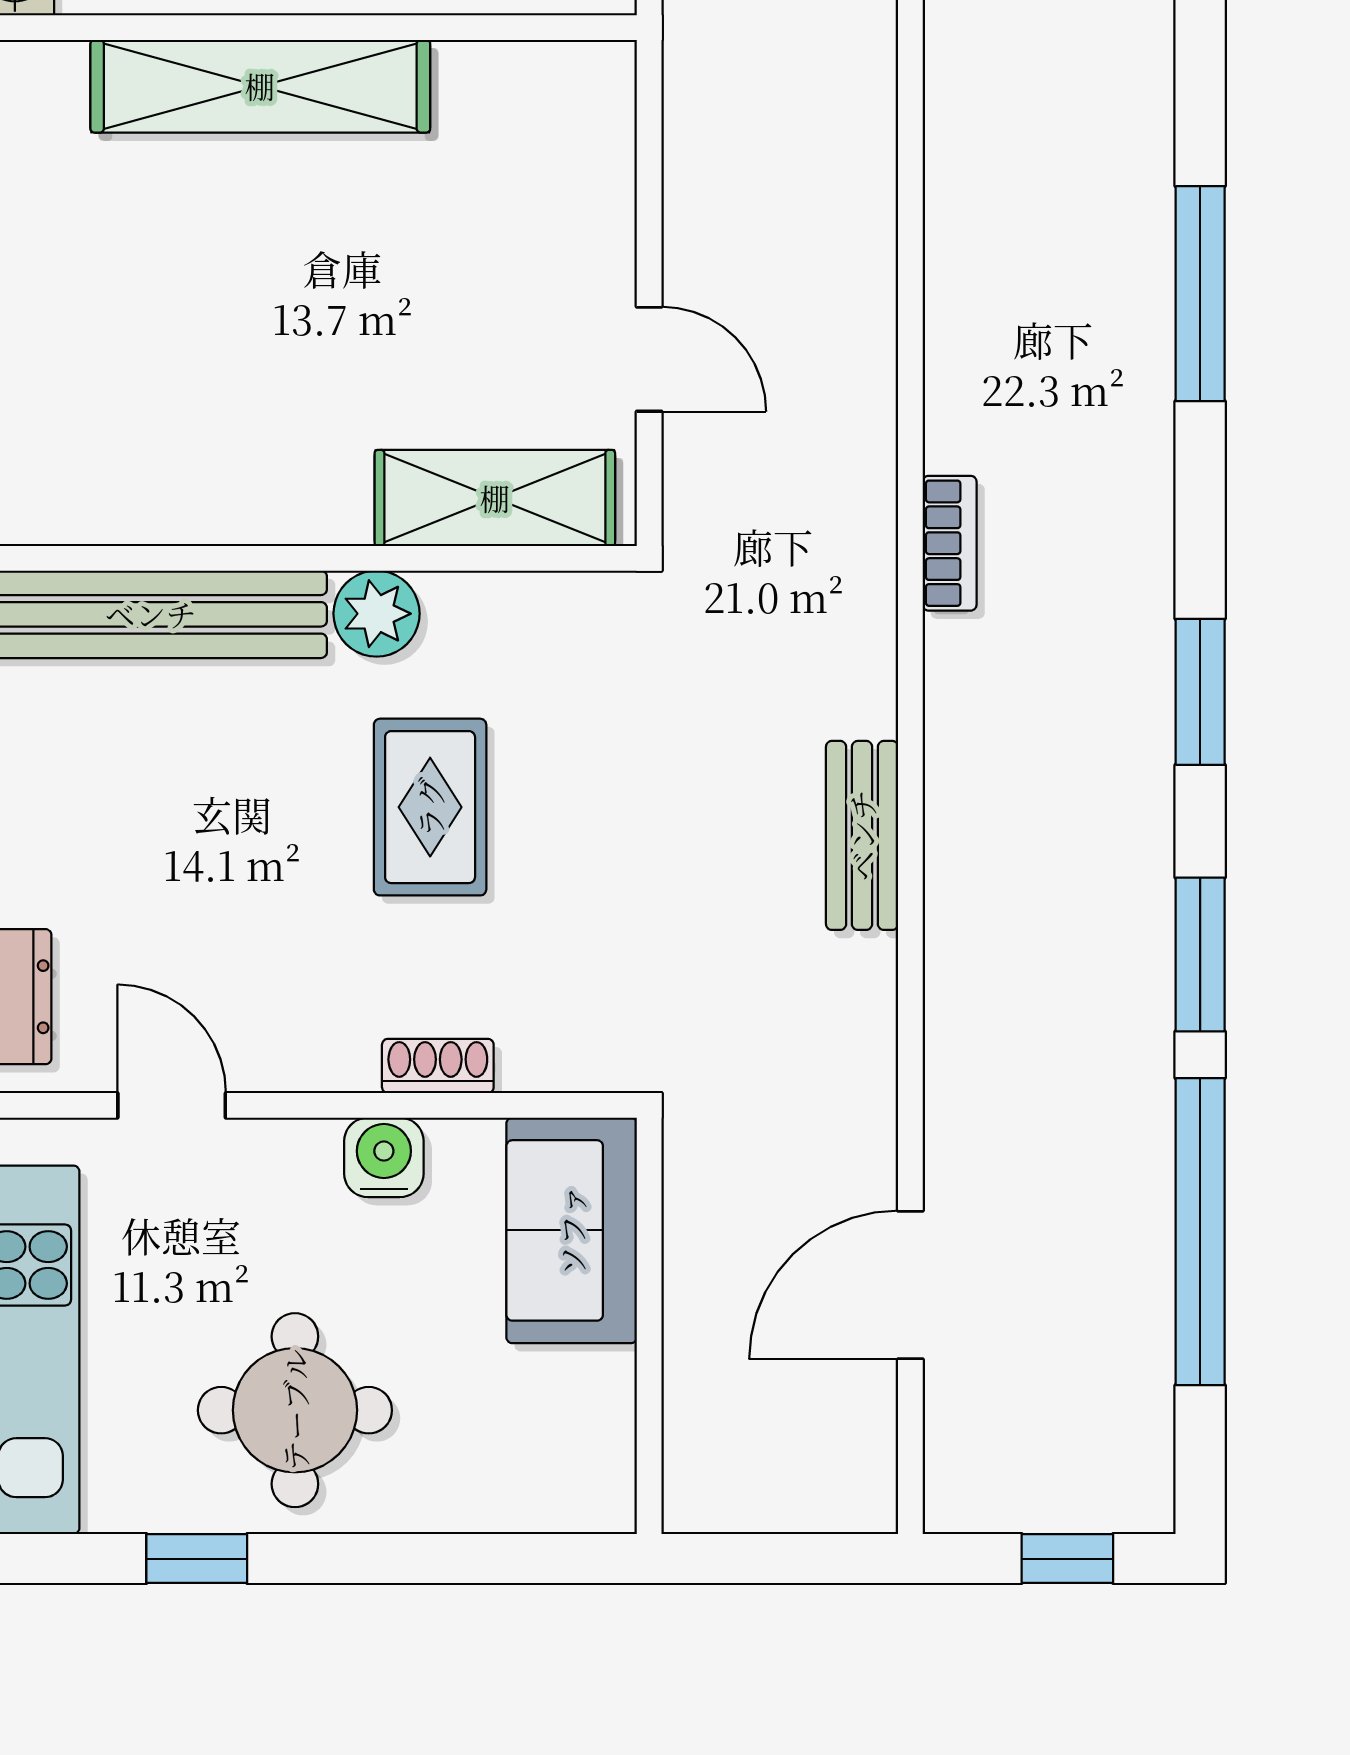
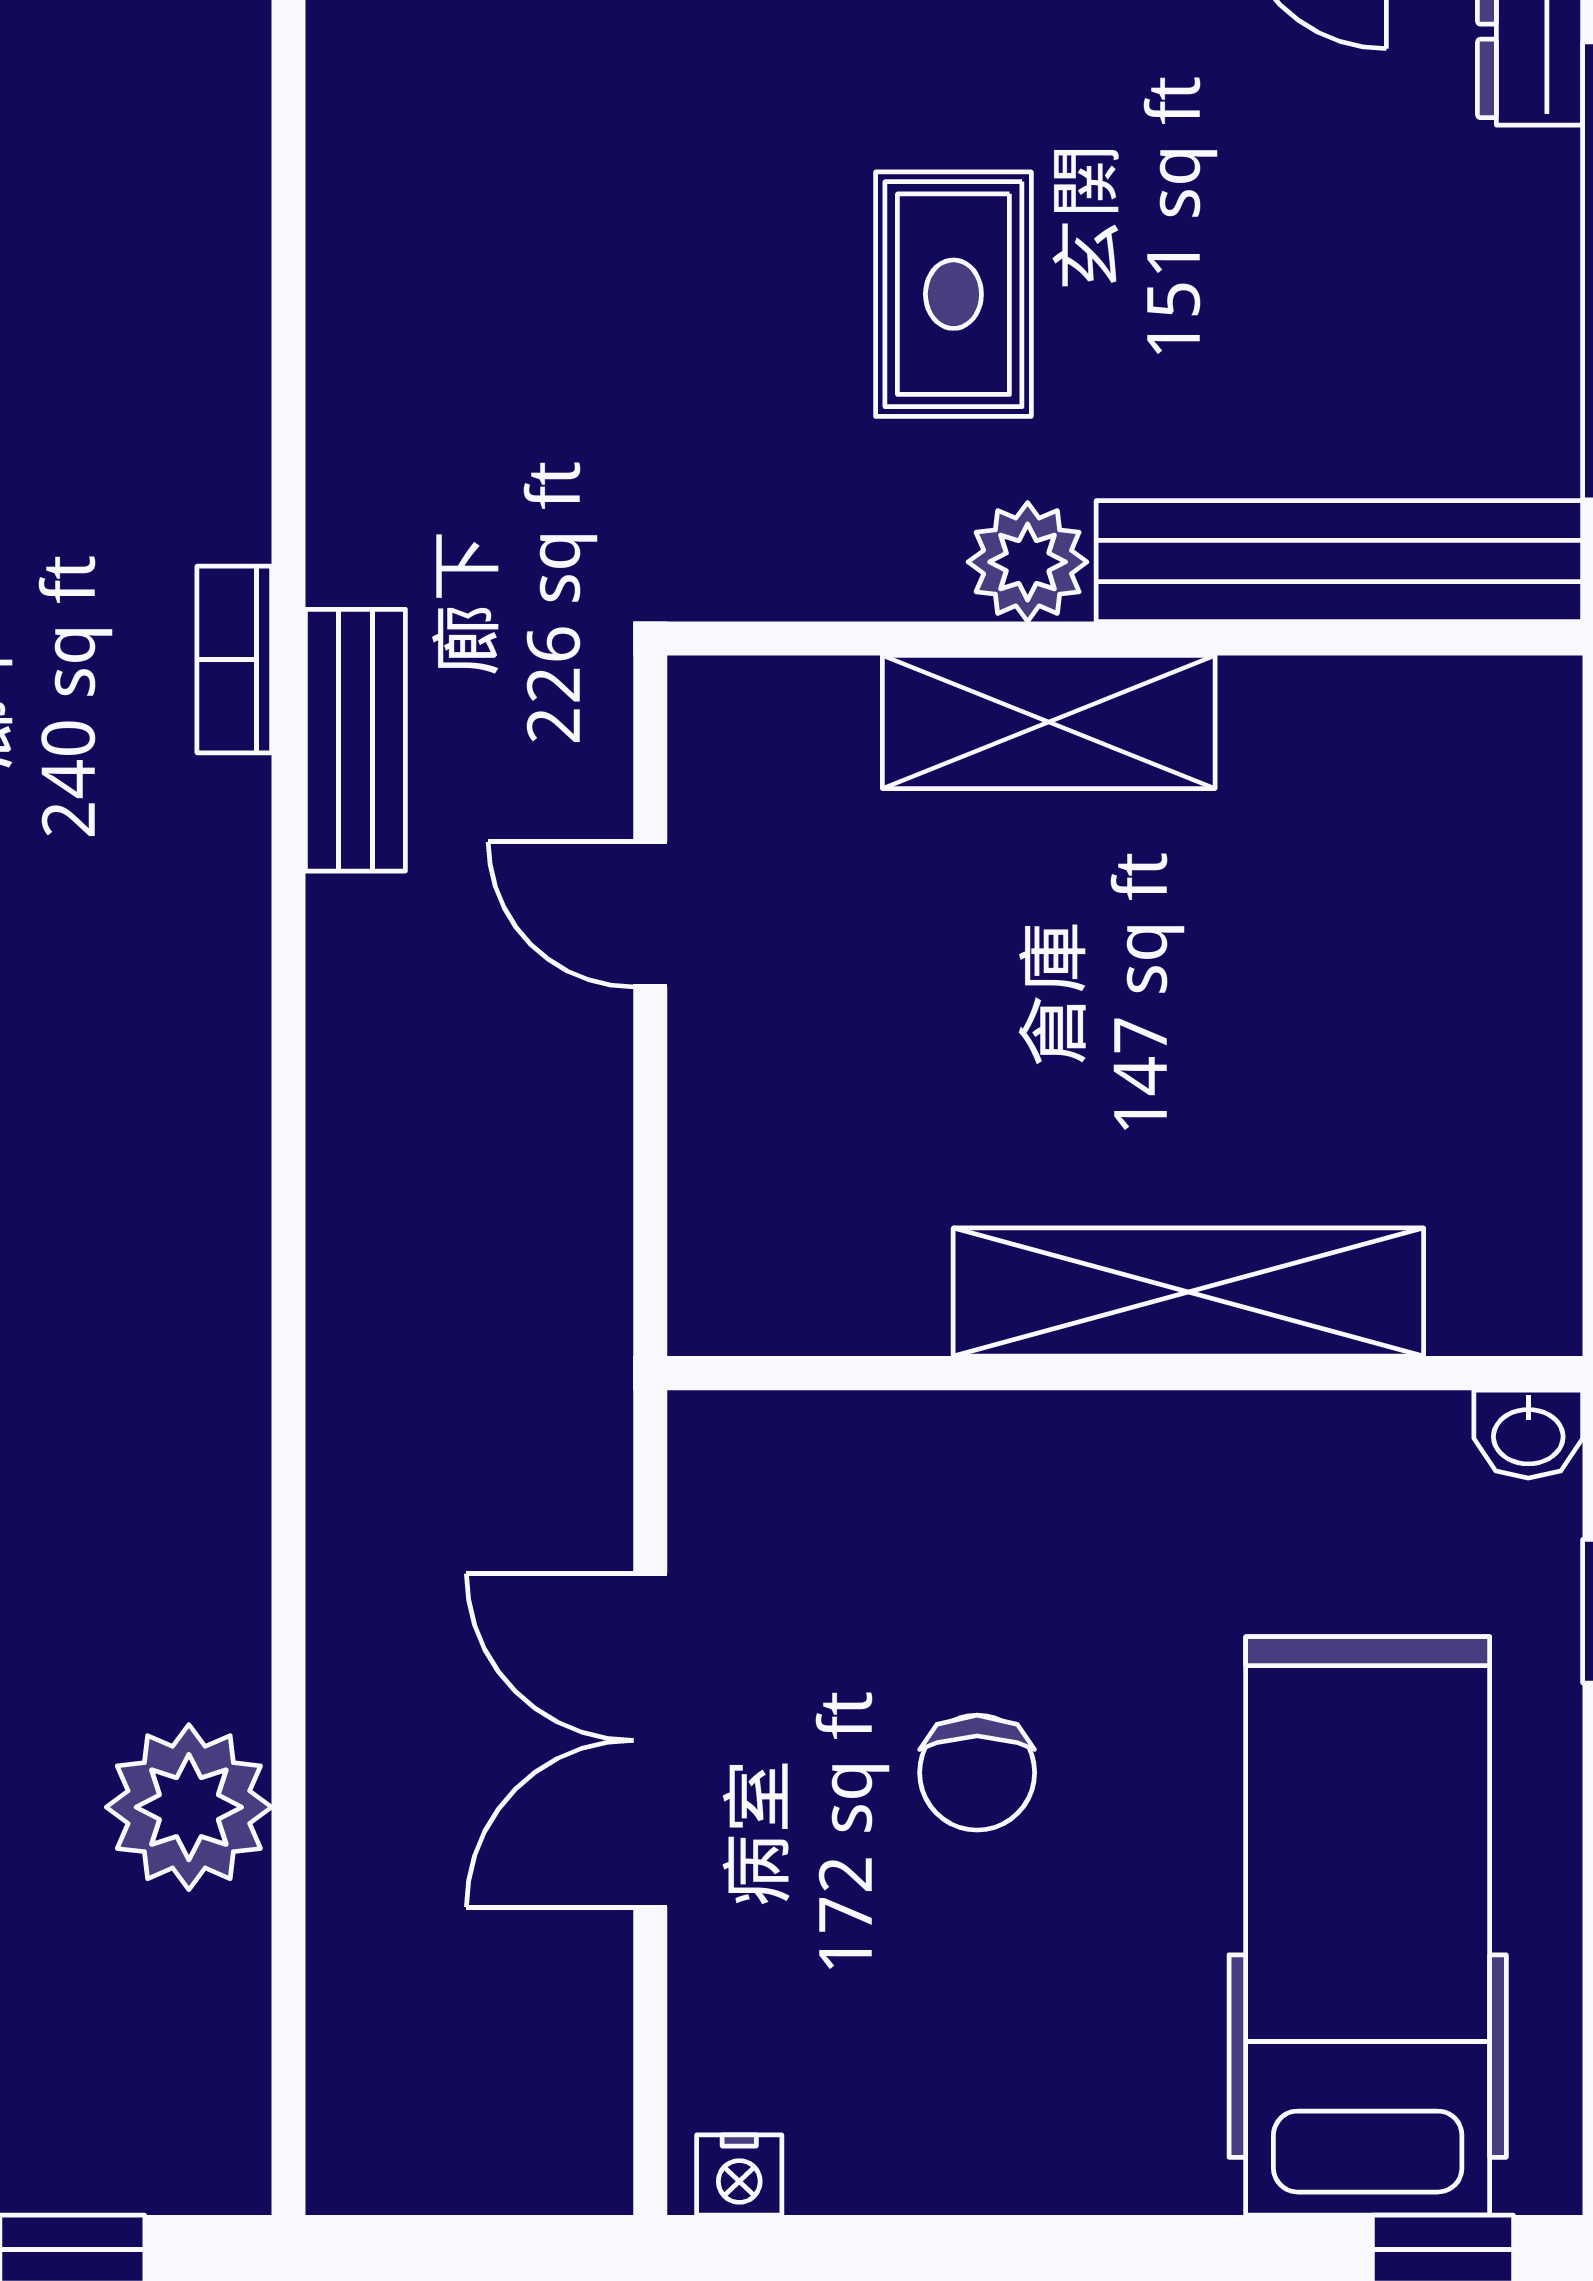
shelving: (495, 498) -> (1049, 722), moved
bench: (862, 835) -> (355, 740), moved

